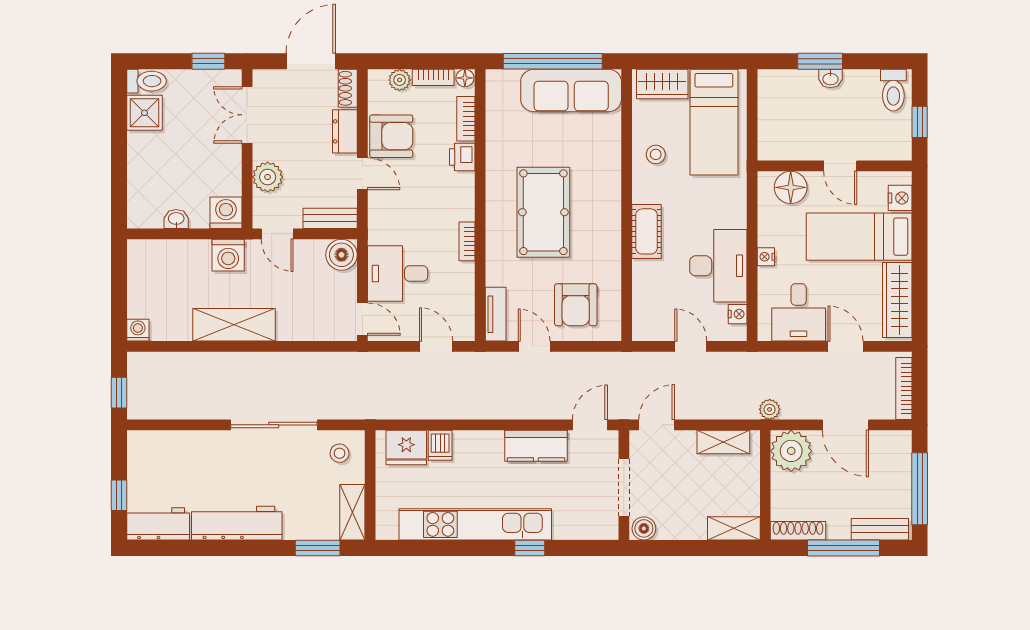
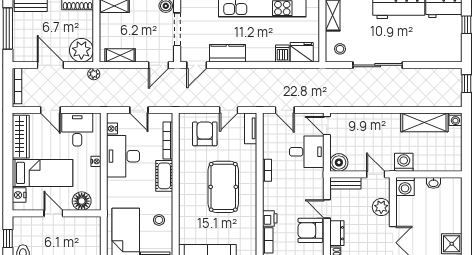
bookcase: (640, 293) -> (168, 140), added
shelving: (234, 325) -> (424, 122), moved
door: (534, 346) -> (229, 110), hinge flipped

